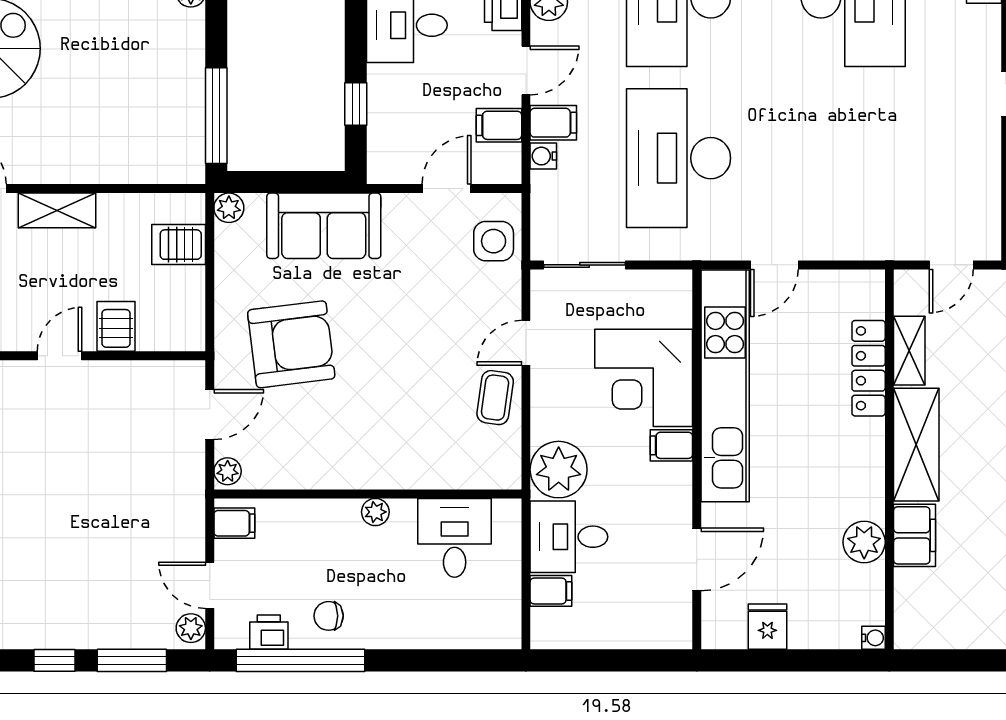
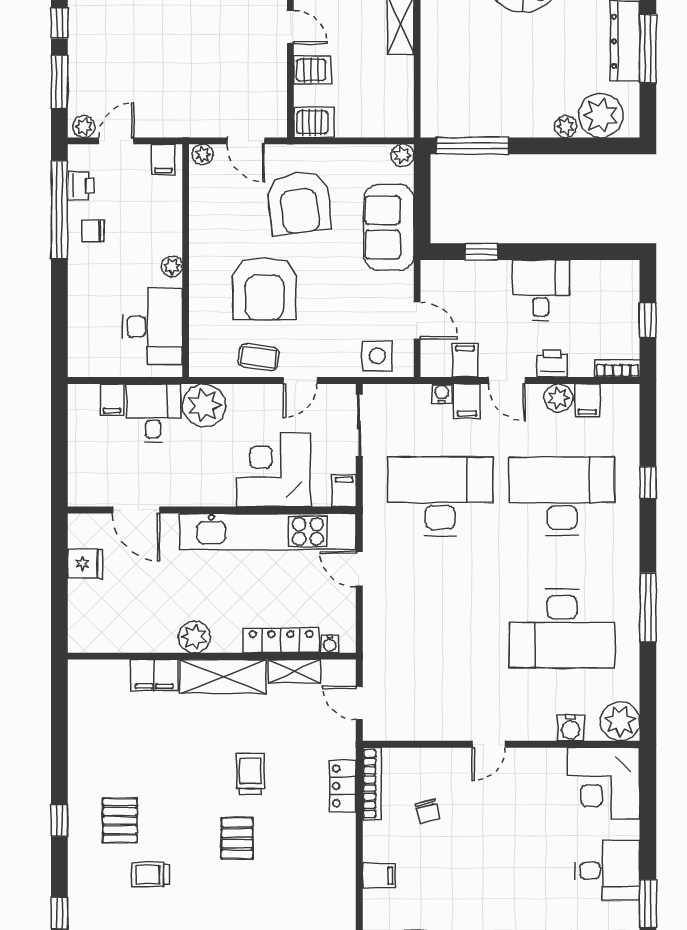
server rack: (179, 245) -> (314, 122), moved, turned 90
door: (526, 343) -> (300, 381), swing flipped
armchair: (405, 390) -> (264, 289), added
filing cabinet: (671, 445) -> (344, 491), moved
desk: (455, 538) -> (152, 327), width x1.37
plant: (864, 542) -> (194, 637), moved
chair: (329, 616) -> (93, 231), turned -90
water cooler: (873, 638) -> (330, 644), moved

